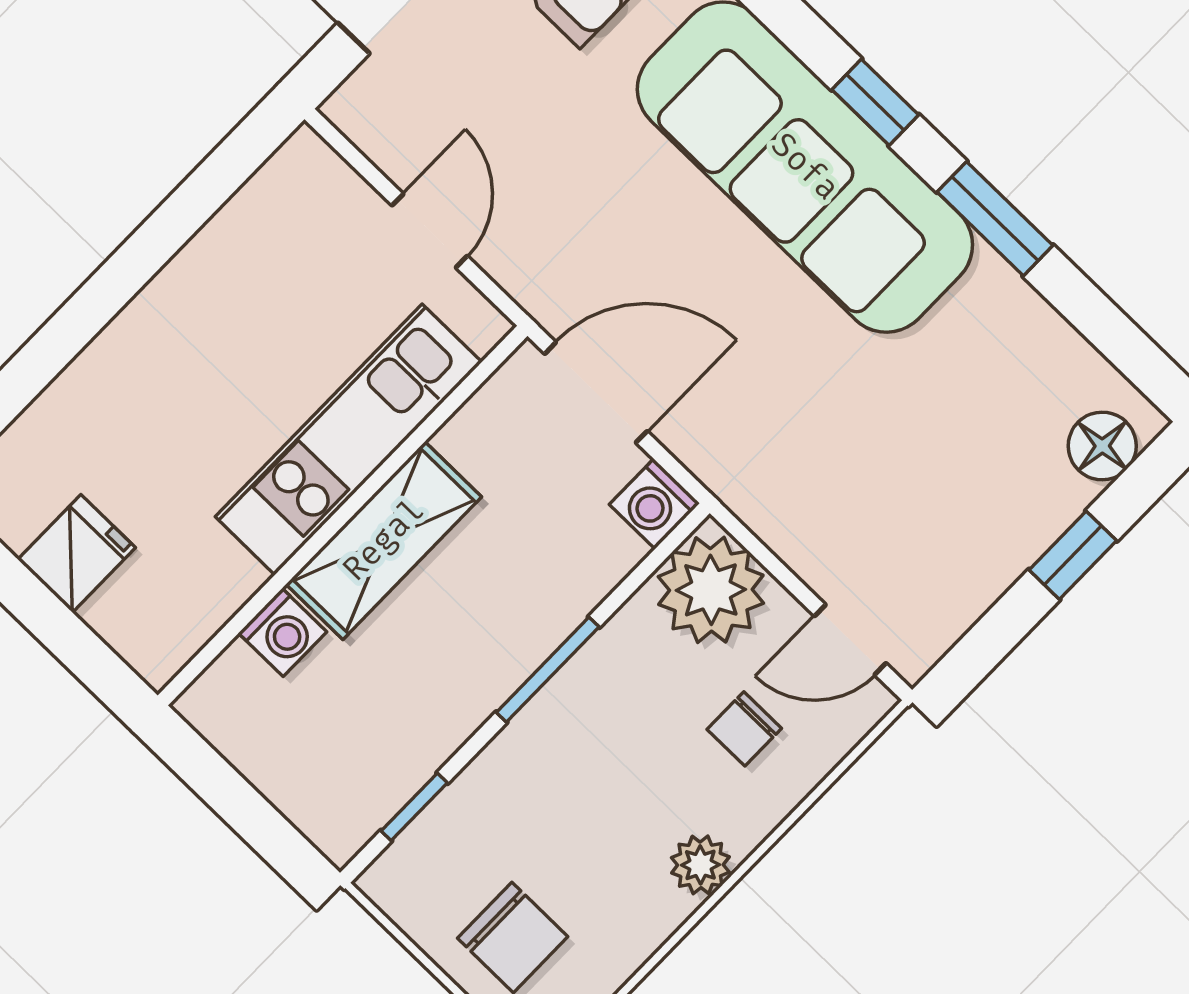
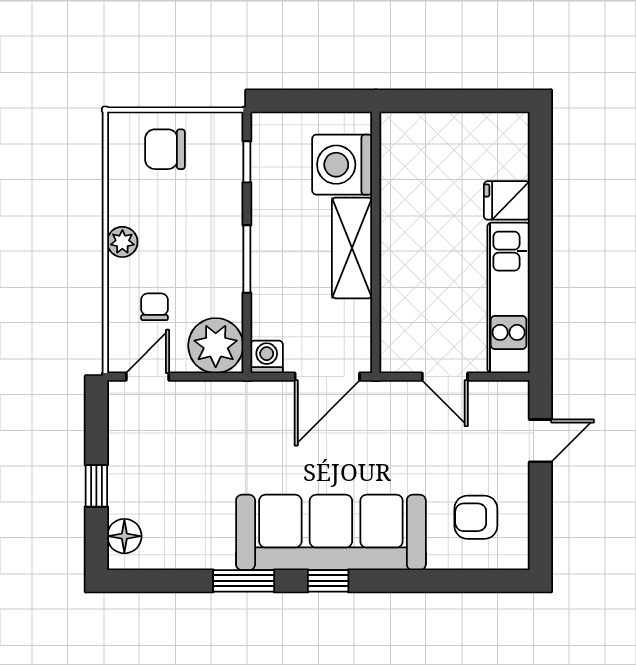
kitchen unit: (349, 439) -> (509, 298), moved, turned 180
fridge: (77, 554) -> (507, 200), moved, turned 90
washing machine: (283, 632) -> (342, 165), width x1.89, depth x1.89

